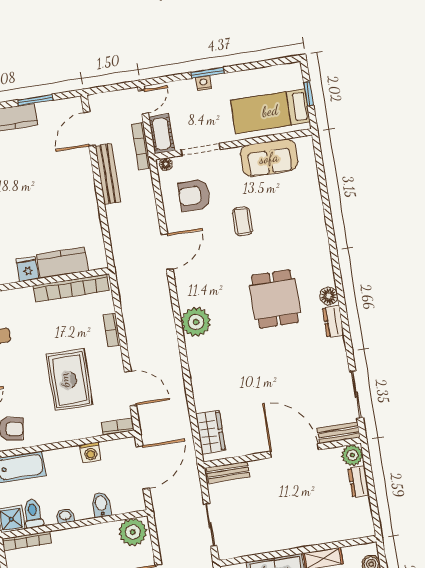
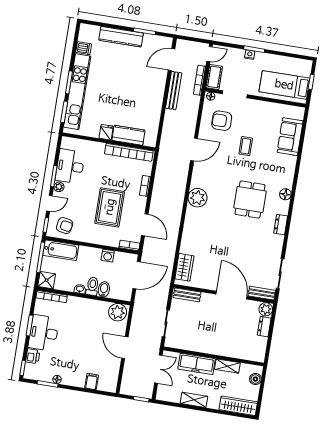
sofa: (269, 158) -> (290, 137), moved, turned 90
floor lamp: (329, 296) -> (285, 194), moved
toilet: (33, 514) -> (92, 286), moved

